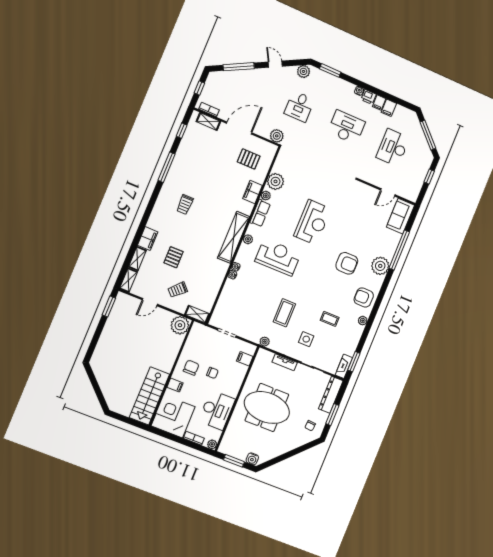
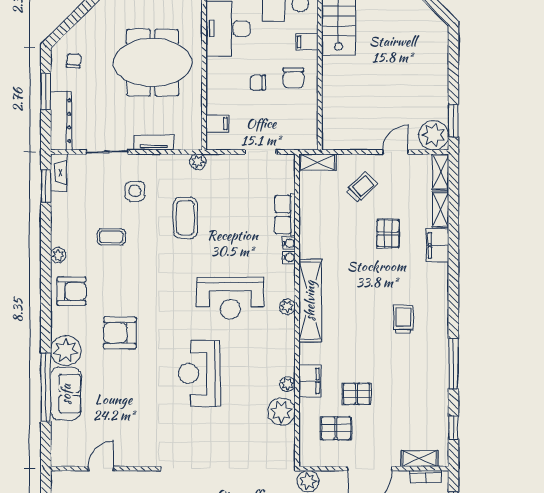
pallet: (229, 174) -> (357, 394), added
row of seats: (260, 213) -> (285, 214), moved
sofa: (400, 216) -> (66, 394), moved
plant: (180, 325) -> (434, 135), moved

